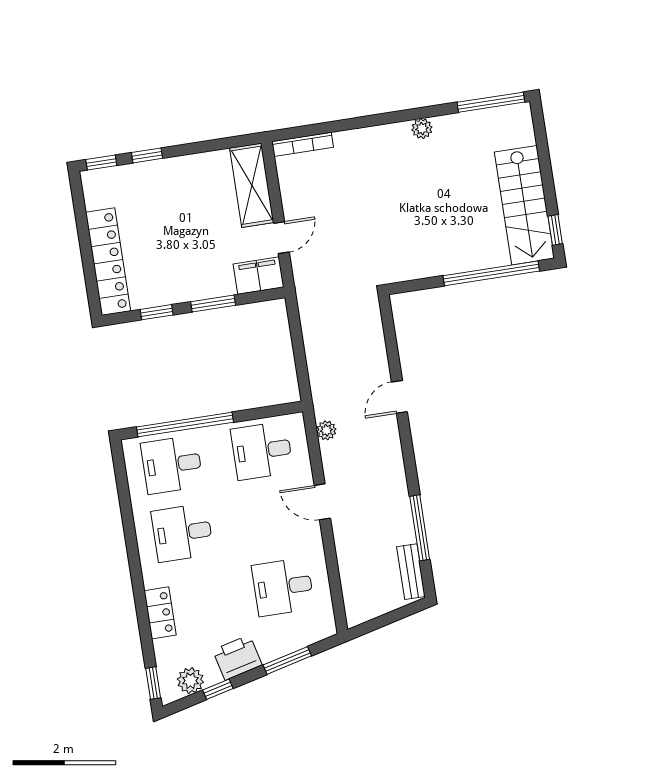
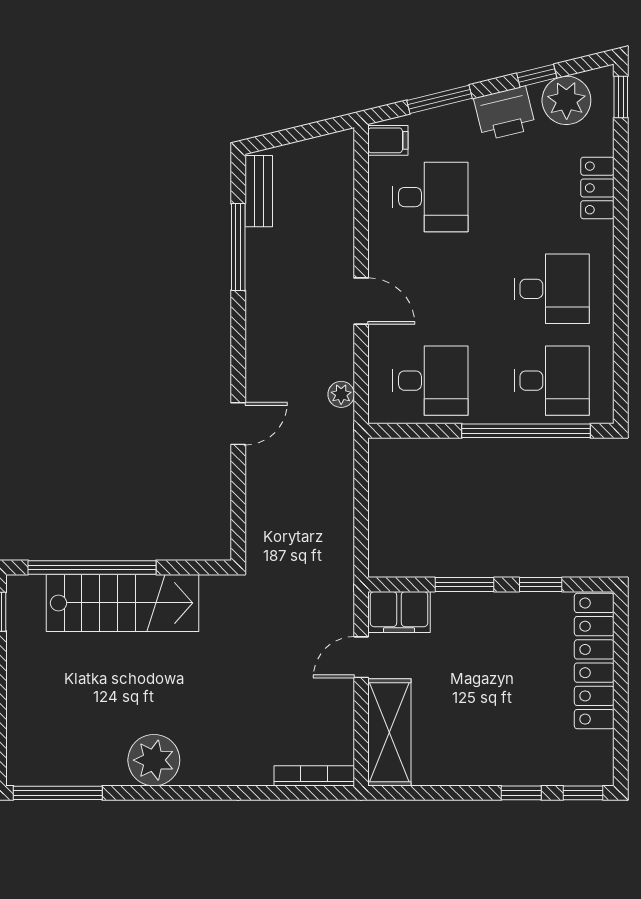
plant: (422, 129) -> (154, 760), width x1.88, depth x1.88
stairs: (524, 205) -> (123, 603), moved, turned 90
filing cabinet: (321, 624) -> (388, 140), added
plant: (190, 681) -> (566, 100), width x1.36, depth x1.36

